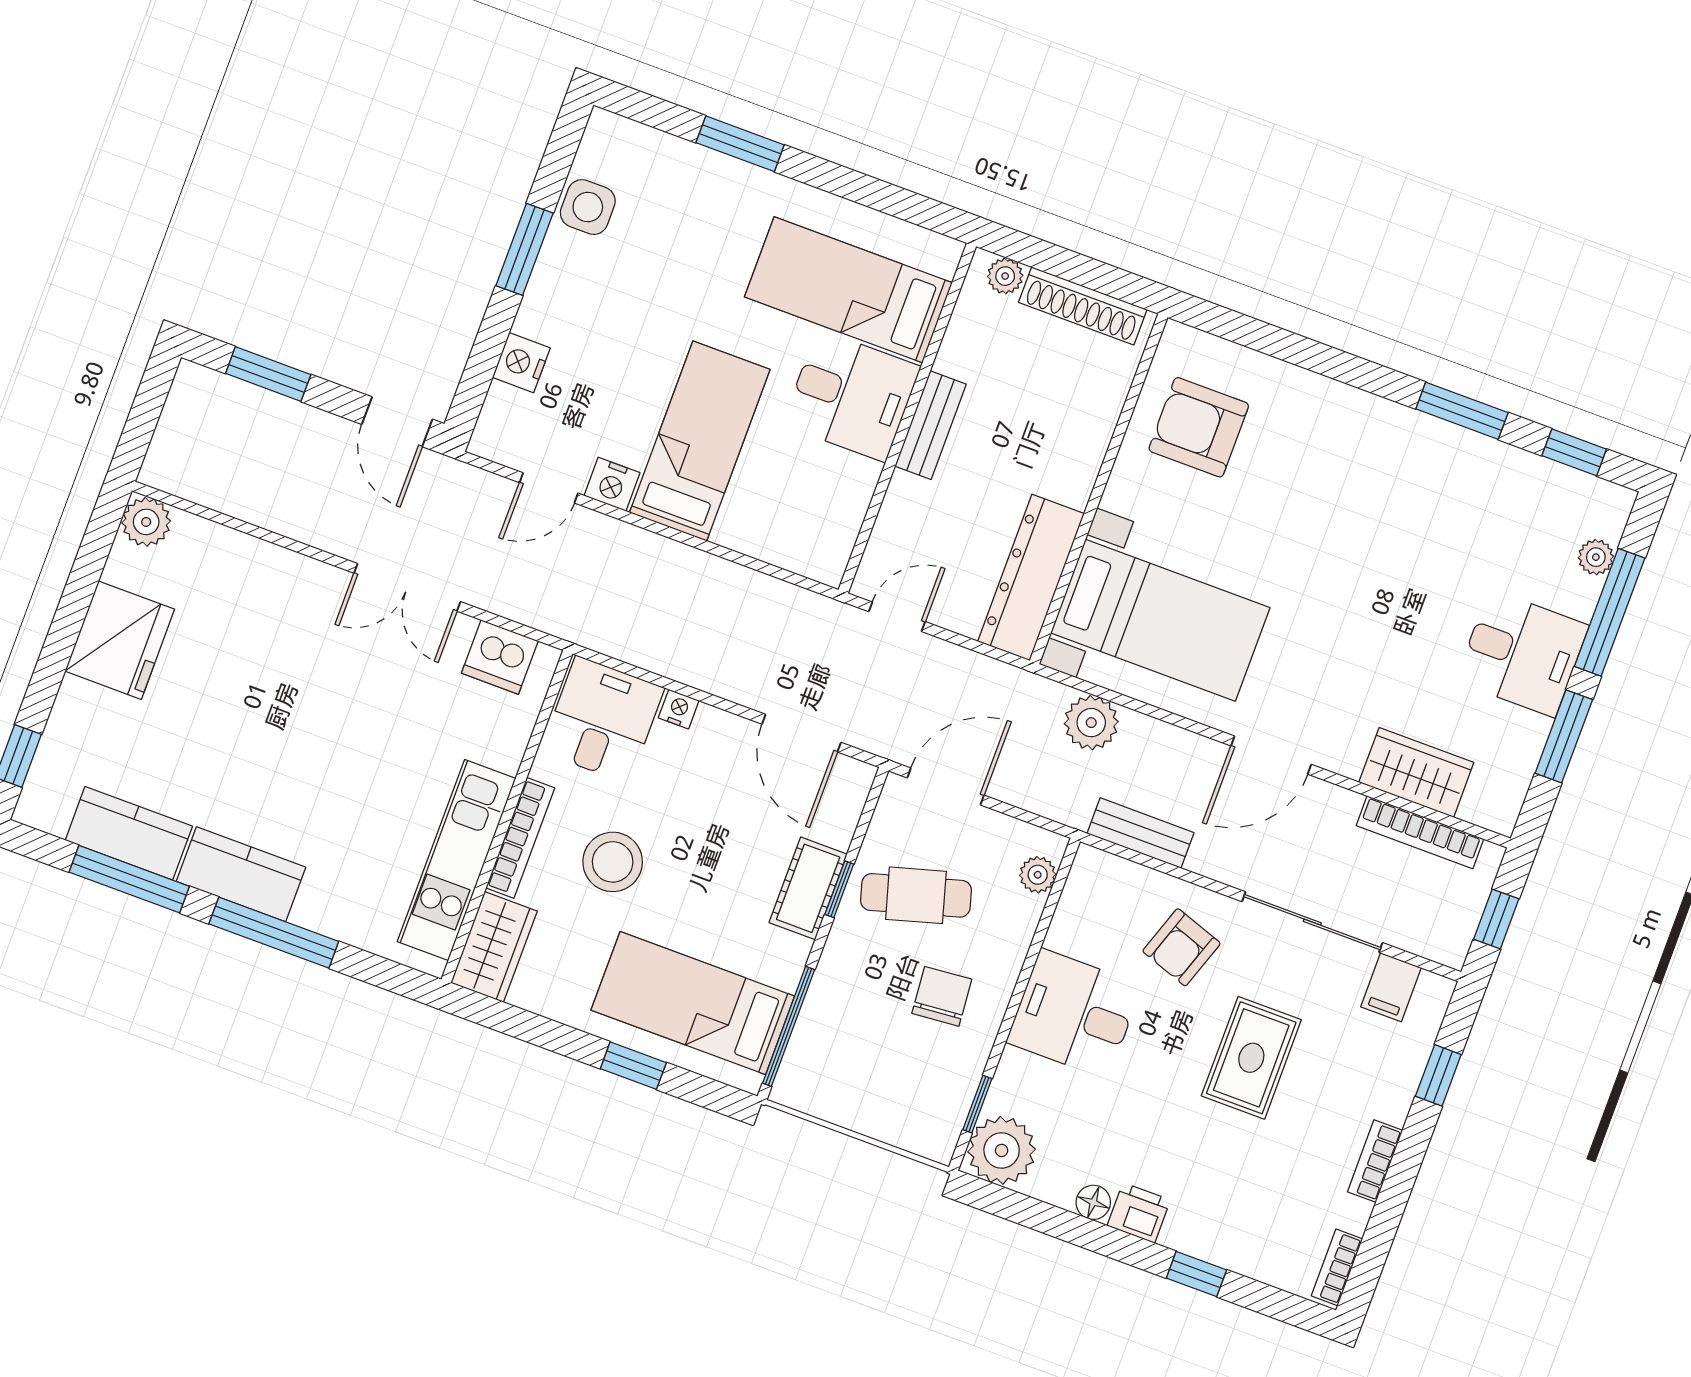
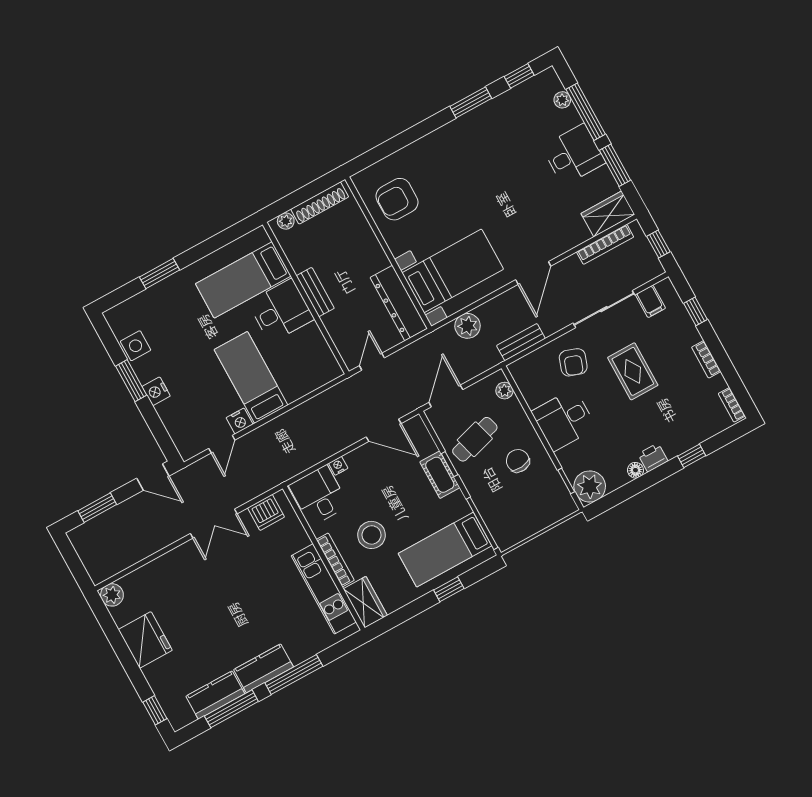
nightstand: (521, 363) -> (156, 391), moved
wardrobe: (1416, 772) -> (608, 214), moved

